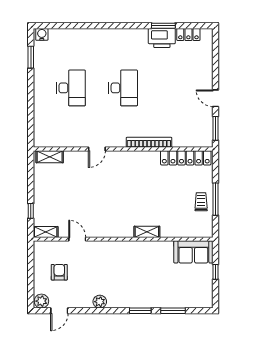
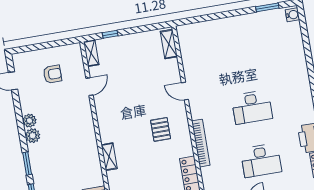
desk: (71, 88) -> (261, 160), moved
pallet: (129, 178) -> (161, 129), added
plant: (41, 301) -> (33, 136), moved

